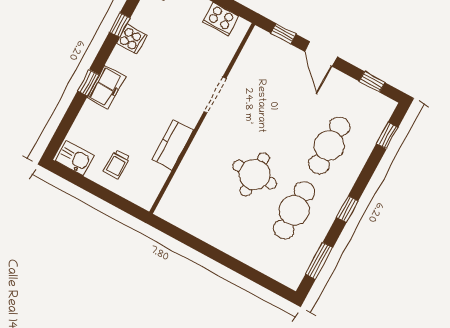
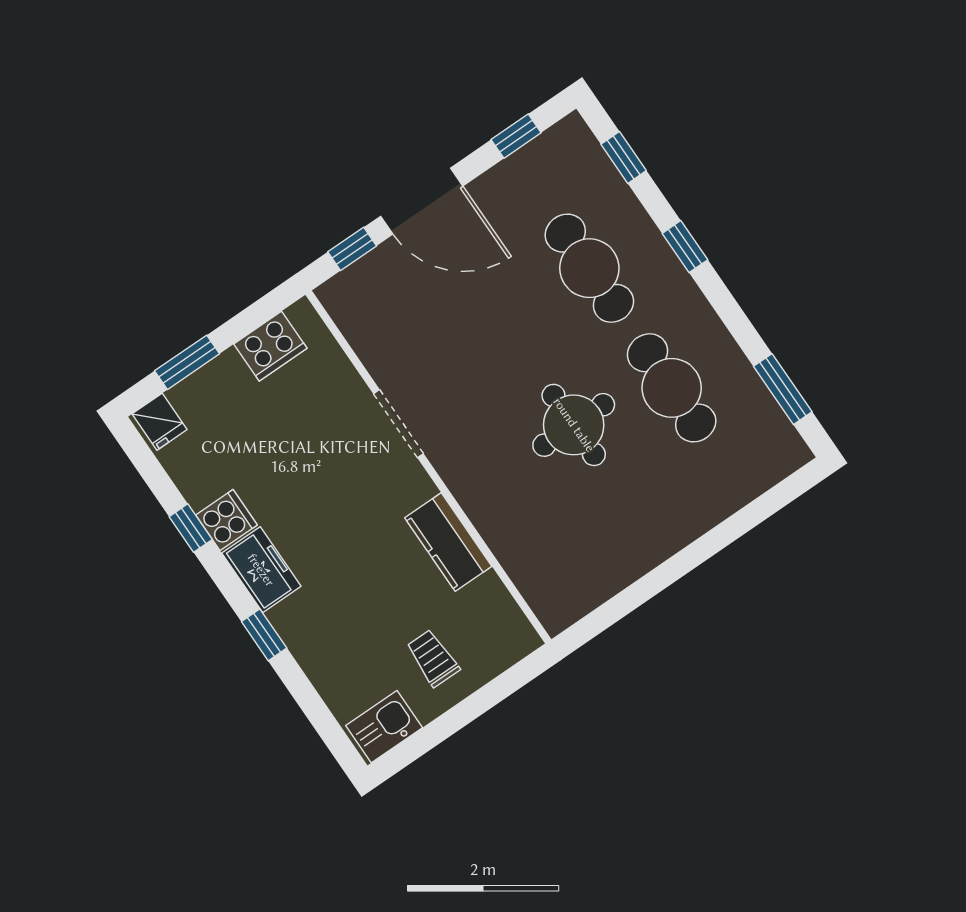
door: (321, 54) -> (422, 201), width x1.36
freezer: (106, 87) -> (261, 570), moved
trolley: (117, 165) -> (433, 658), turned 180
window: (347, 209) -> (685, 247), moved

